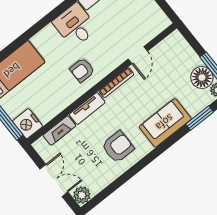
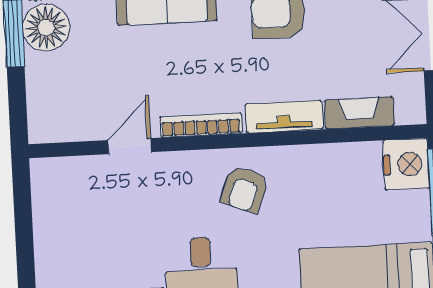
armchair: (82, 70) -> (245, 189), turned 111

